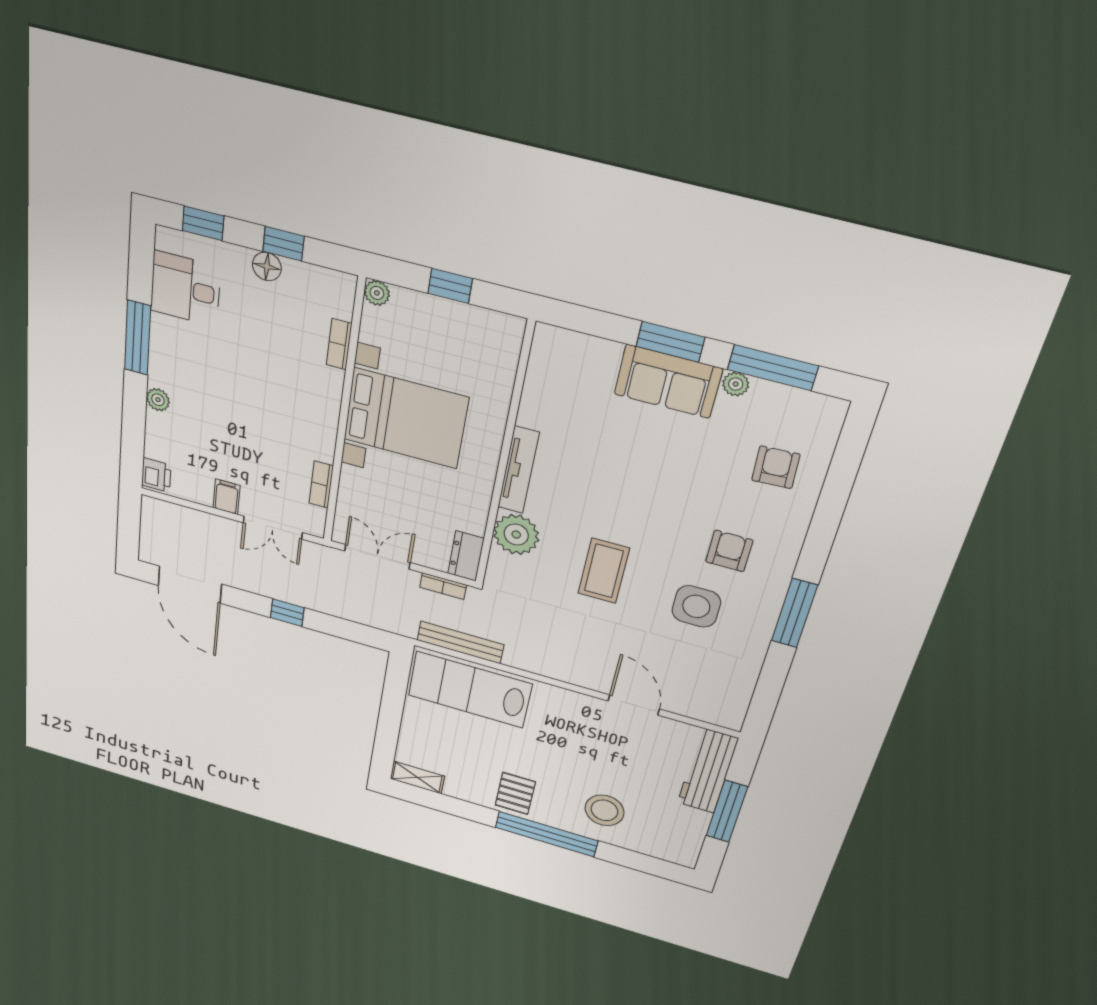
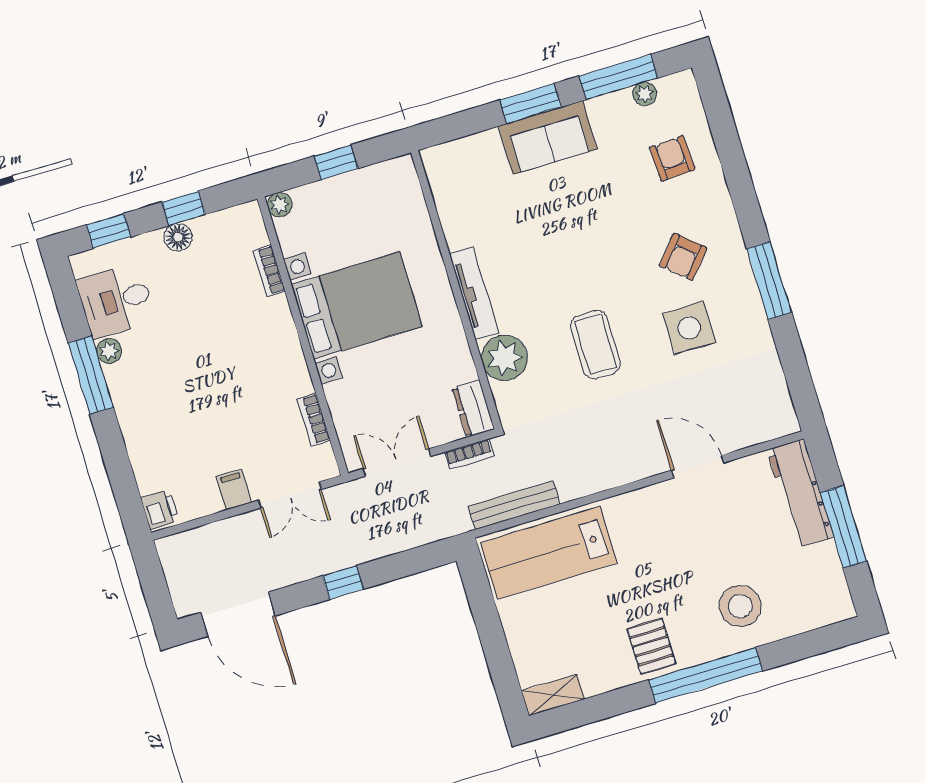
plant: (736, 384) -> (645, 94), moved
plant: (158, 400) -> (109, 351), moved
armchair: (729, 551) -> (683, 257), turned -139

